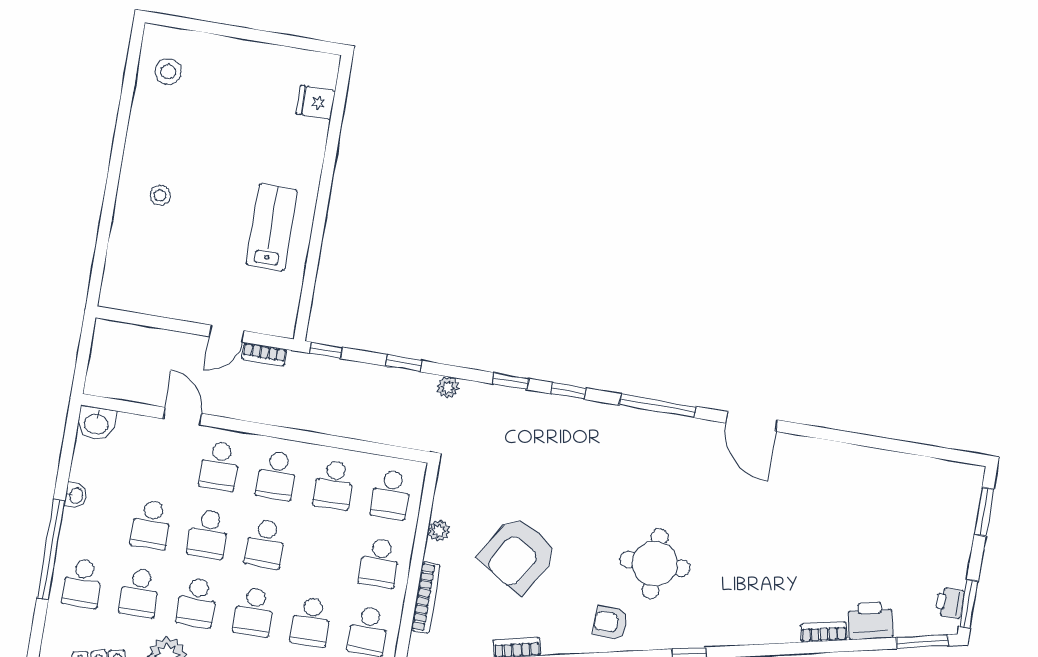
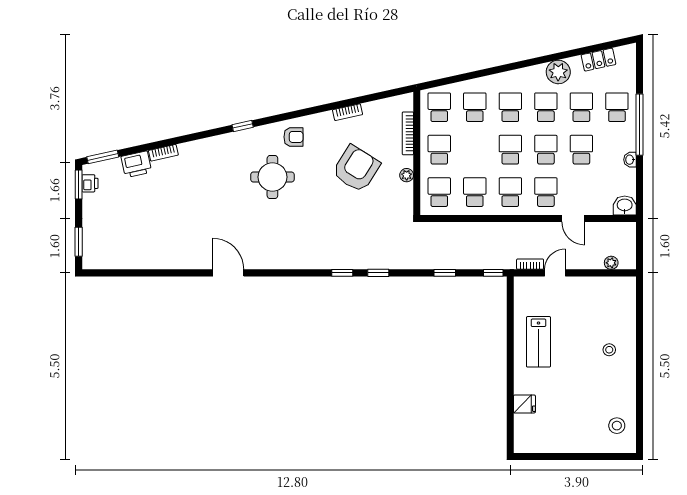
fridge: (316, 102) -> (524, 404), moved
plant: (448, 387) -> (611, 263), moved
window: (658, 406) -> (287, 273), removed

